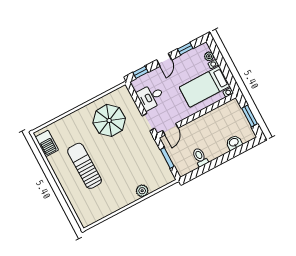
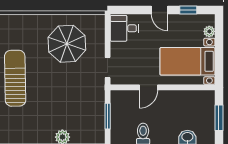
door: (164, 60) -> (160, 10), hinge flipped
window: (141, 72) -> (127, 10), removed
desk: (151, 97) -> (124, 28), moved
door: (170, 129) -> (148, 87), moved

